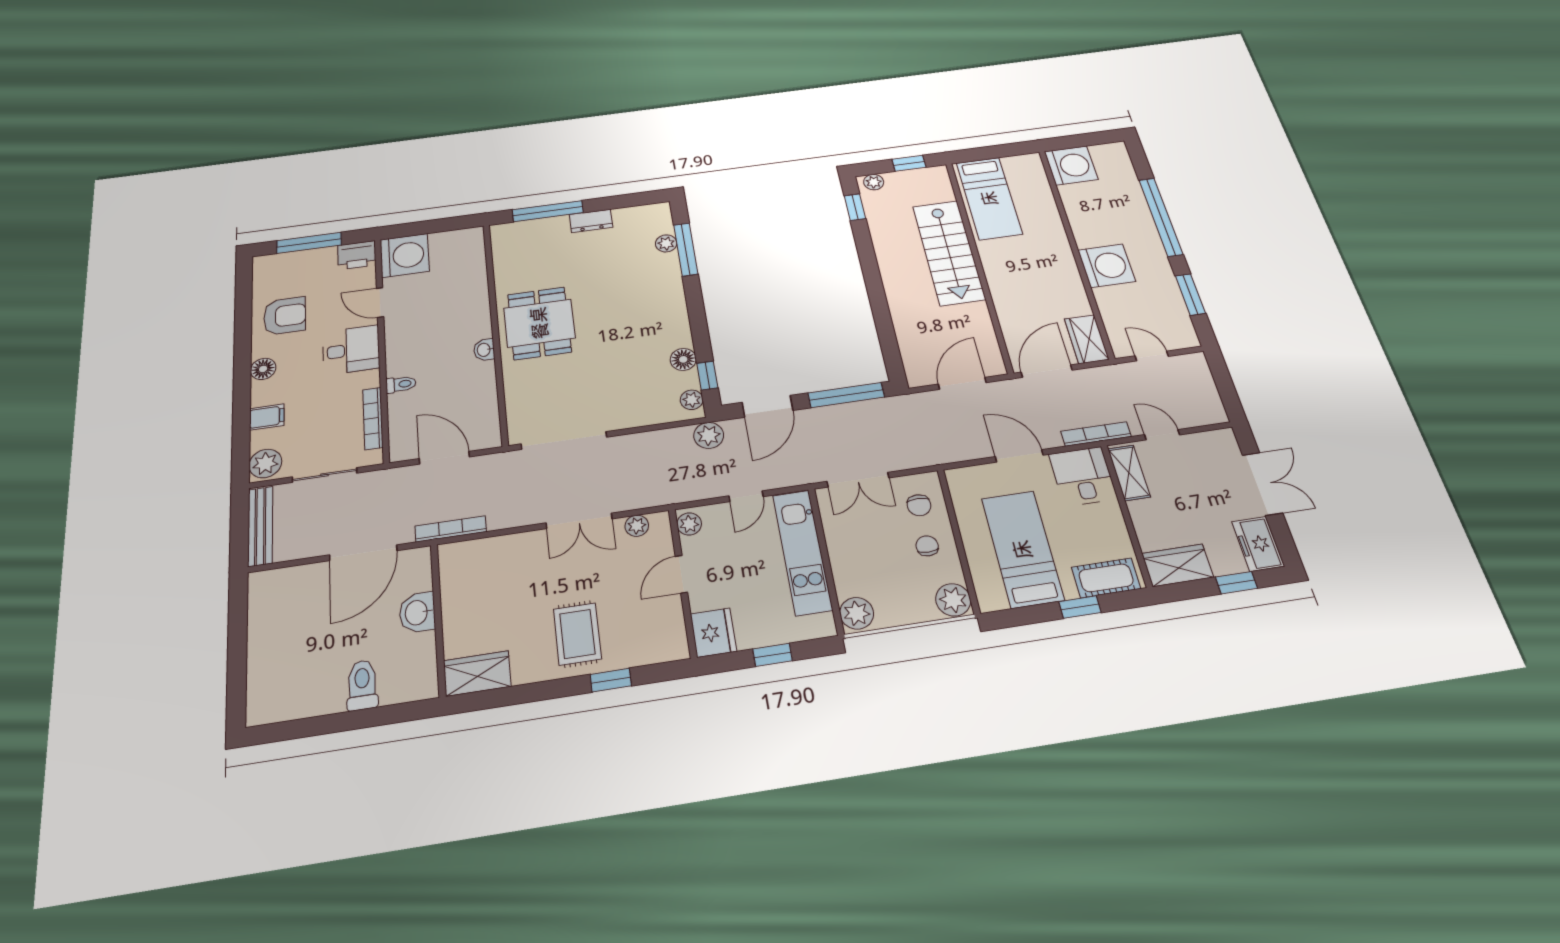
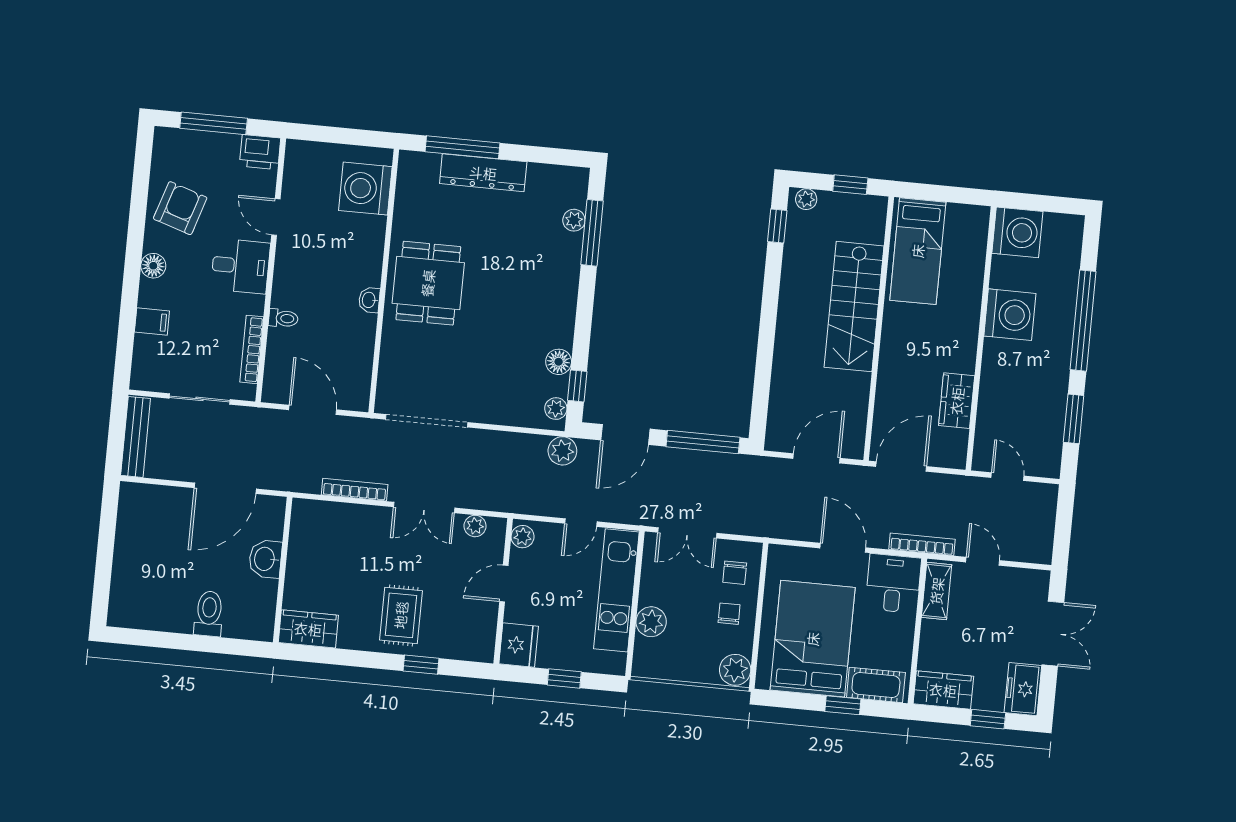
dresser: (591, 221) -> (483, 173), width x1.96, depth x1.24
washing machine: (405, 255) -> (365, 189), moved, turned 180
washing machine: (1107, 266) -> (1010, 315), moved
armchair: (285, 316) -> (180, 208), turned -72
wardrobe: (1087, 339) -> (957, 401), moved
plant: (265, 463) -> (146, 372), removed
bookcase: (451, 529) -> (355, 490), moved
bed: (1022, 549) -> (813, 639), width x1.50
plant: (857, 613) -> (651, 622), moved

